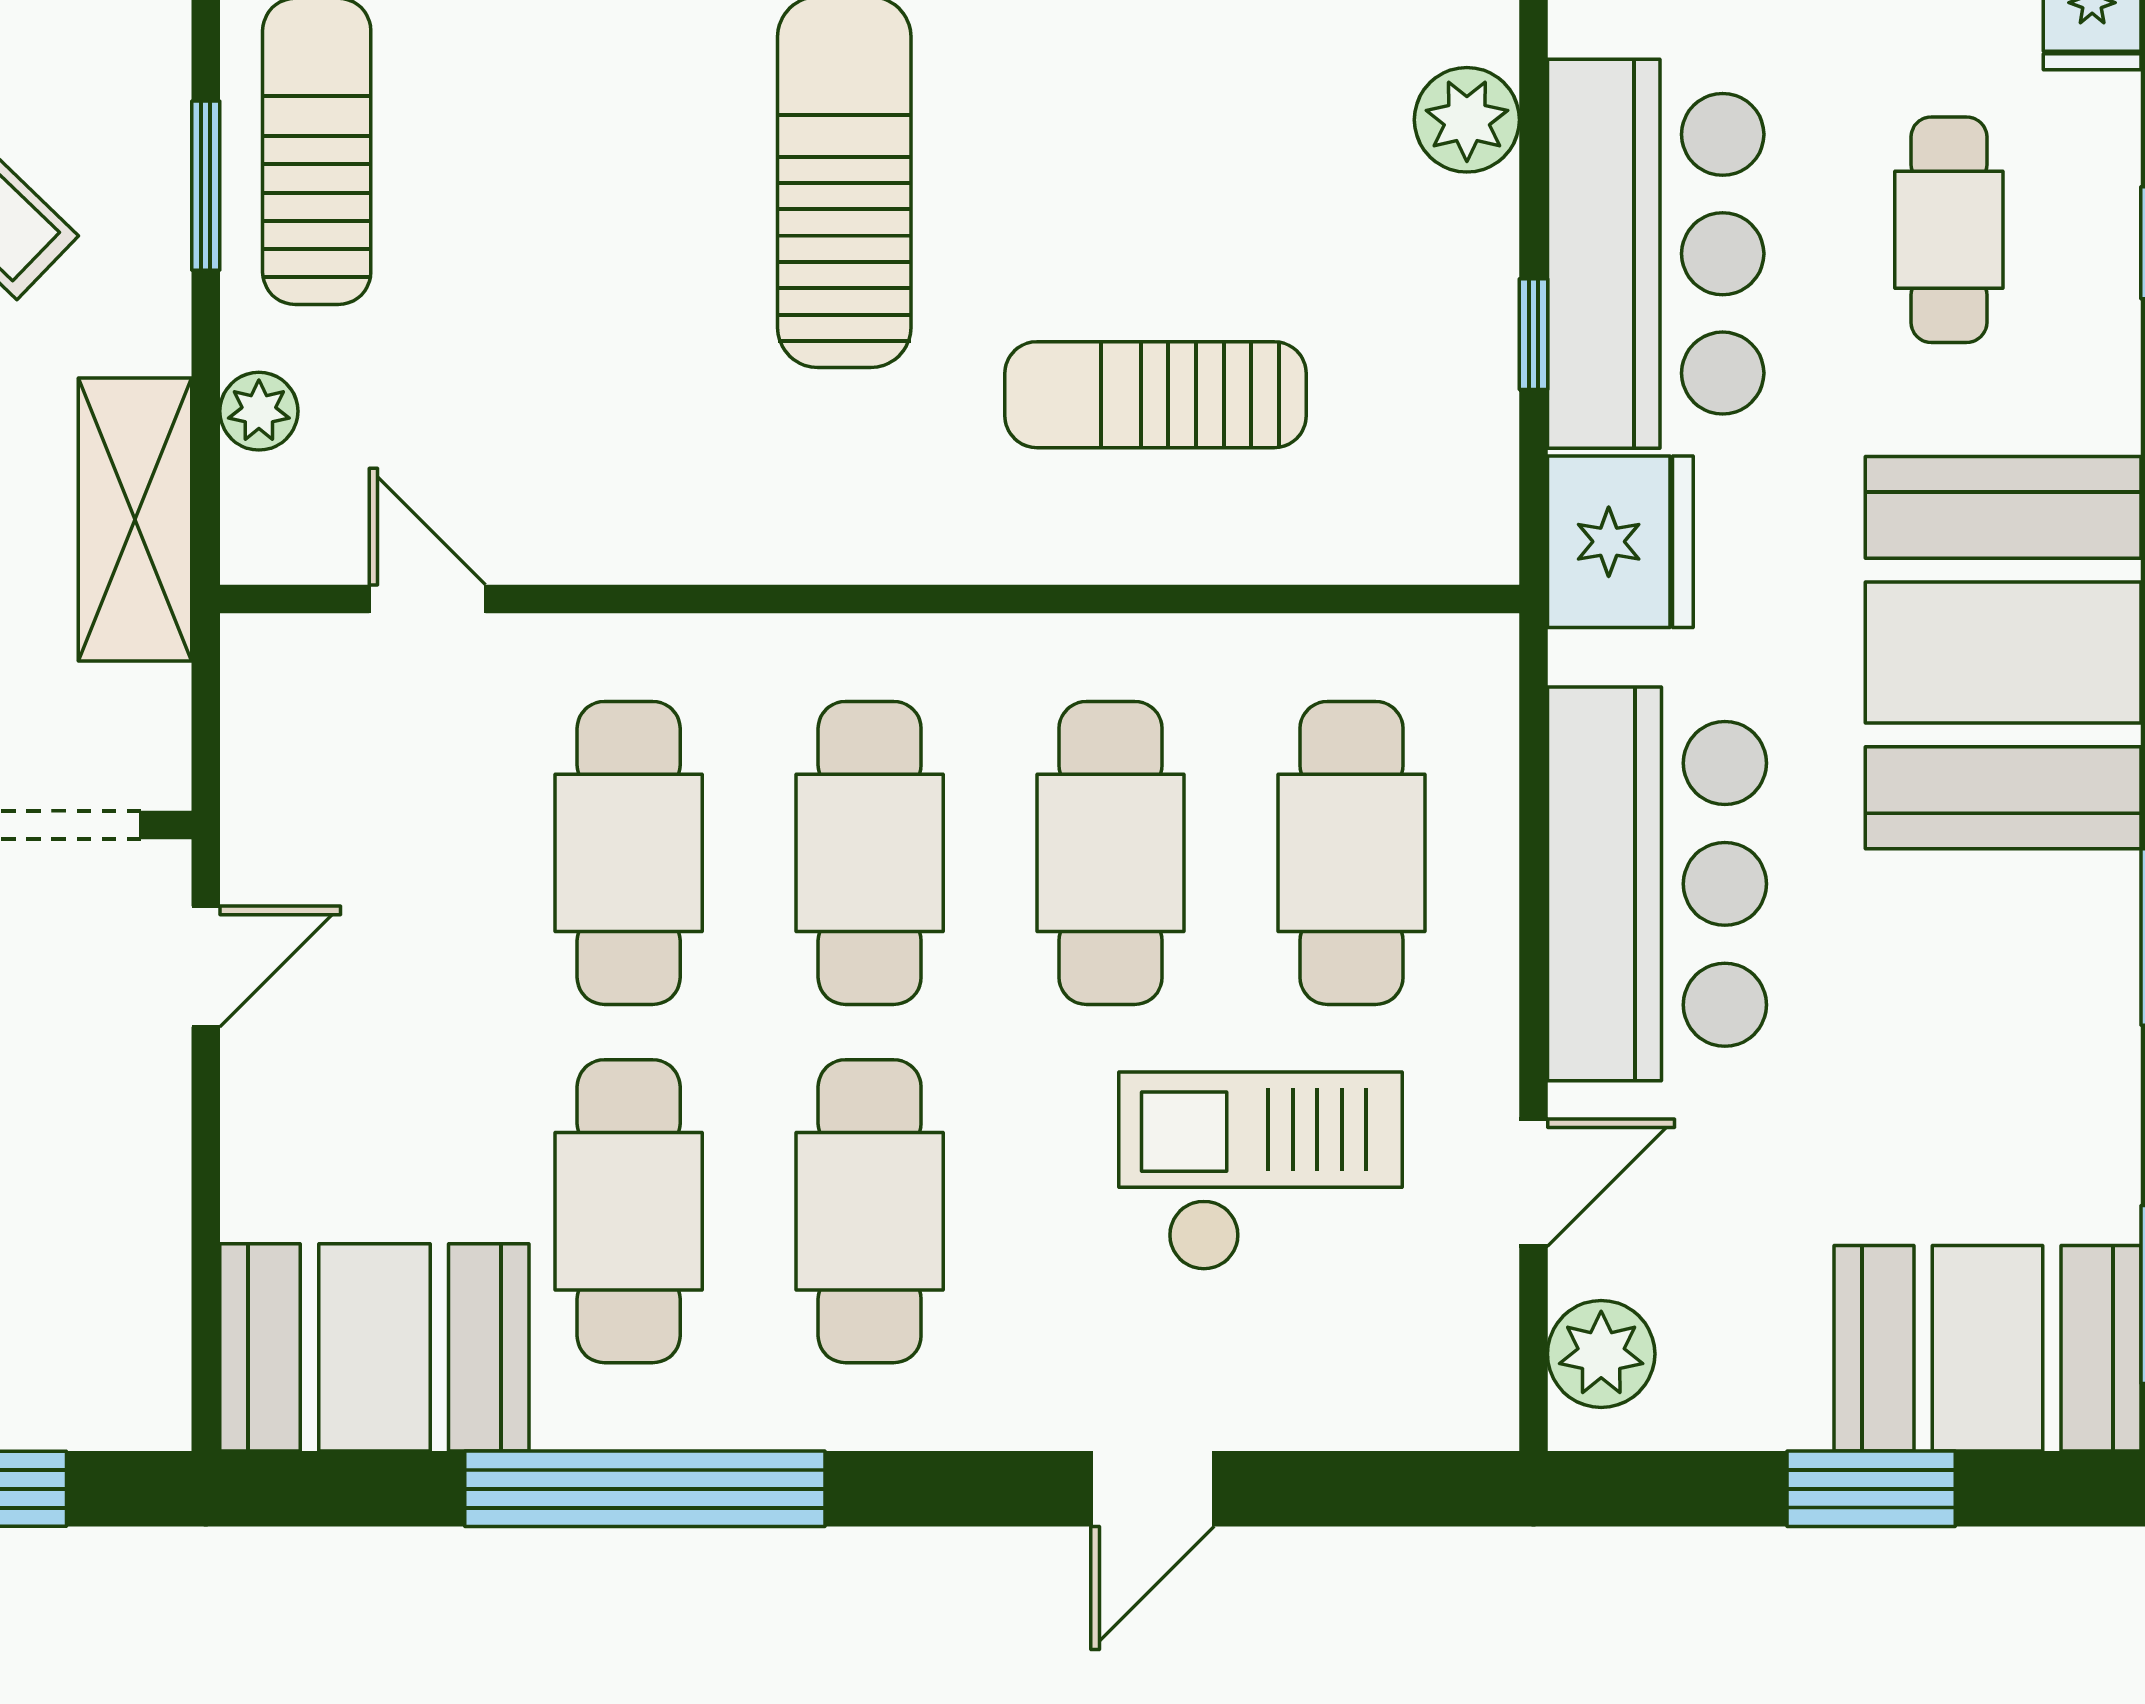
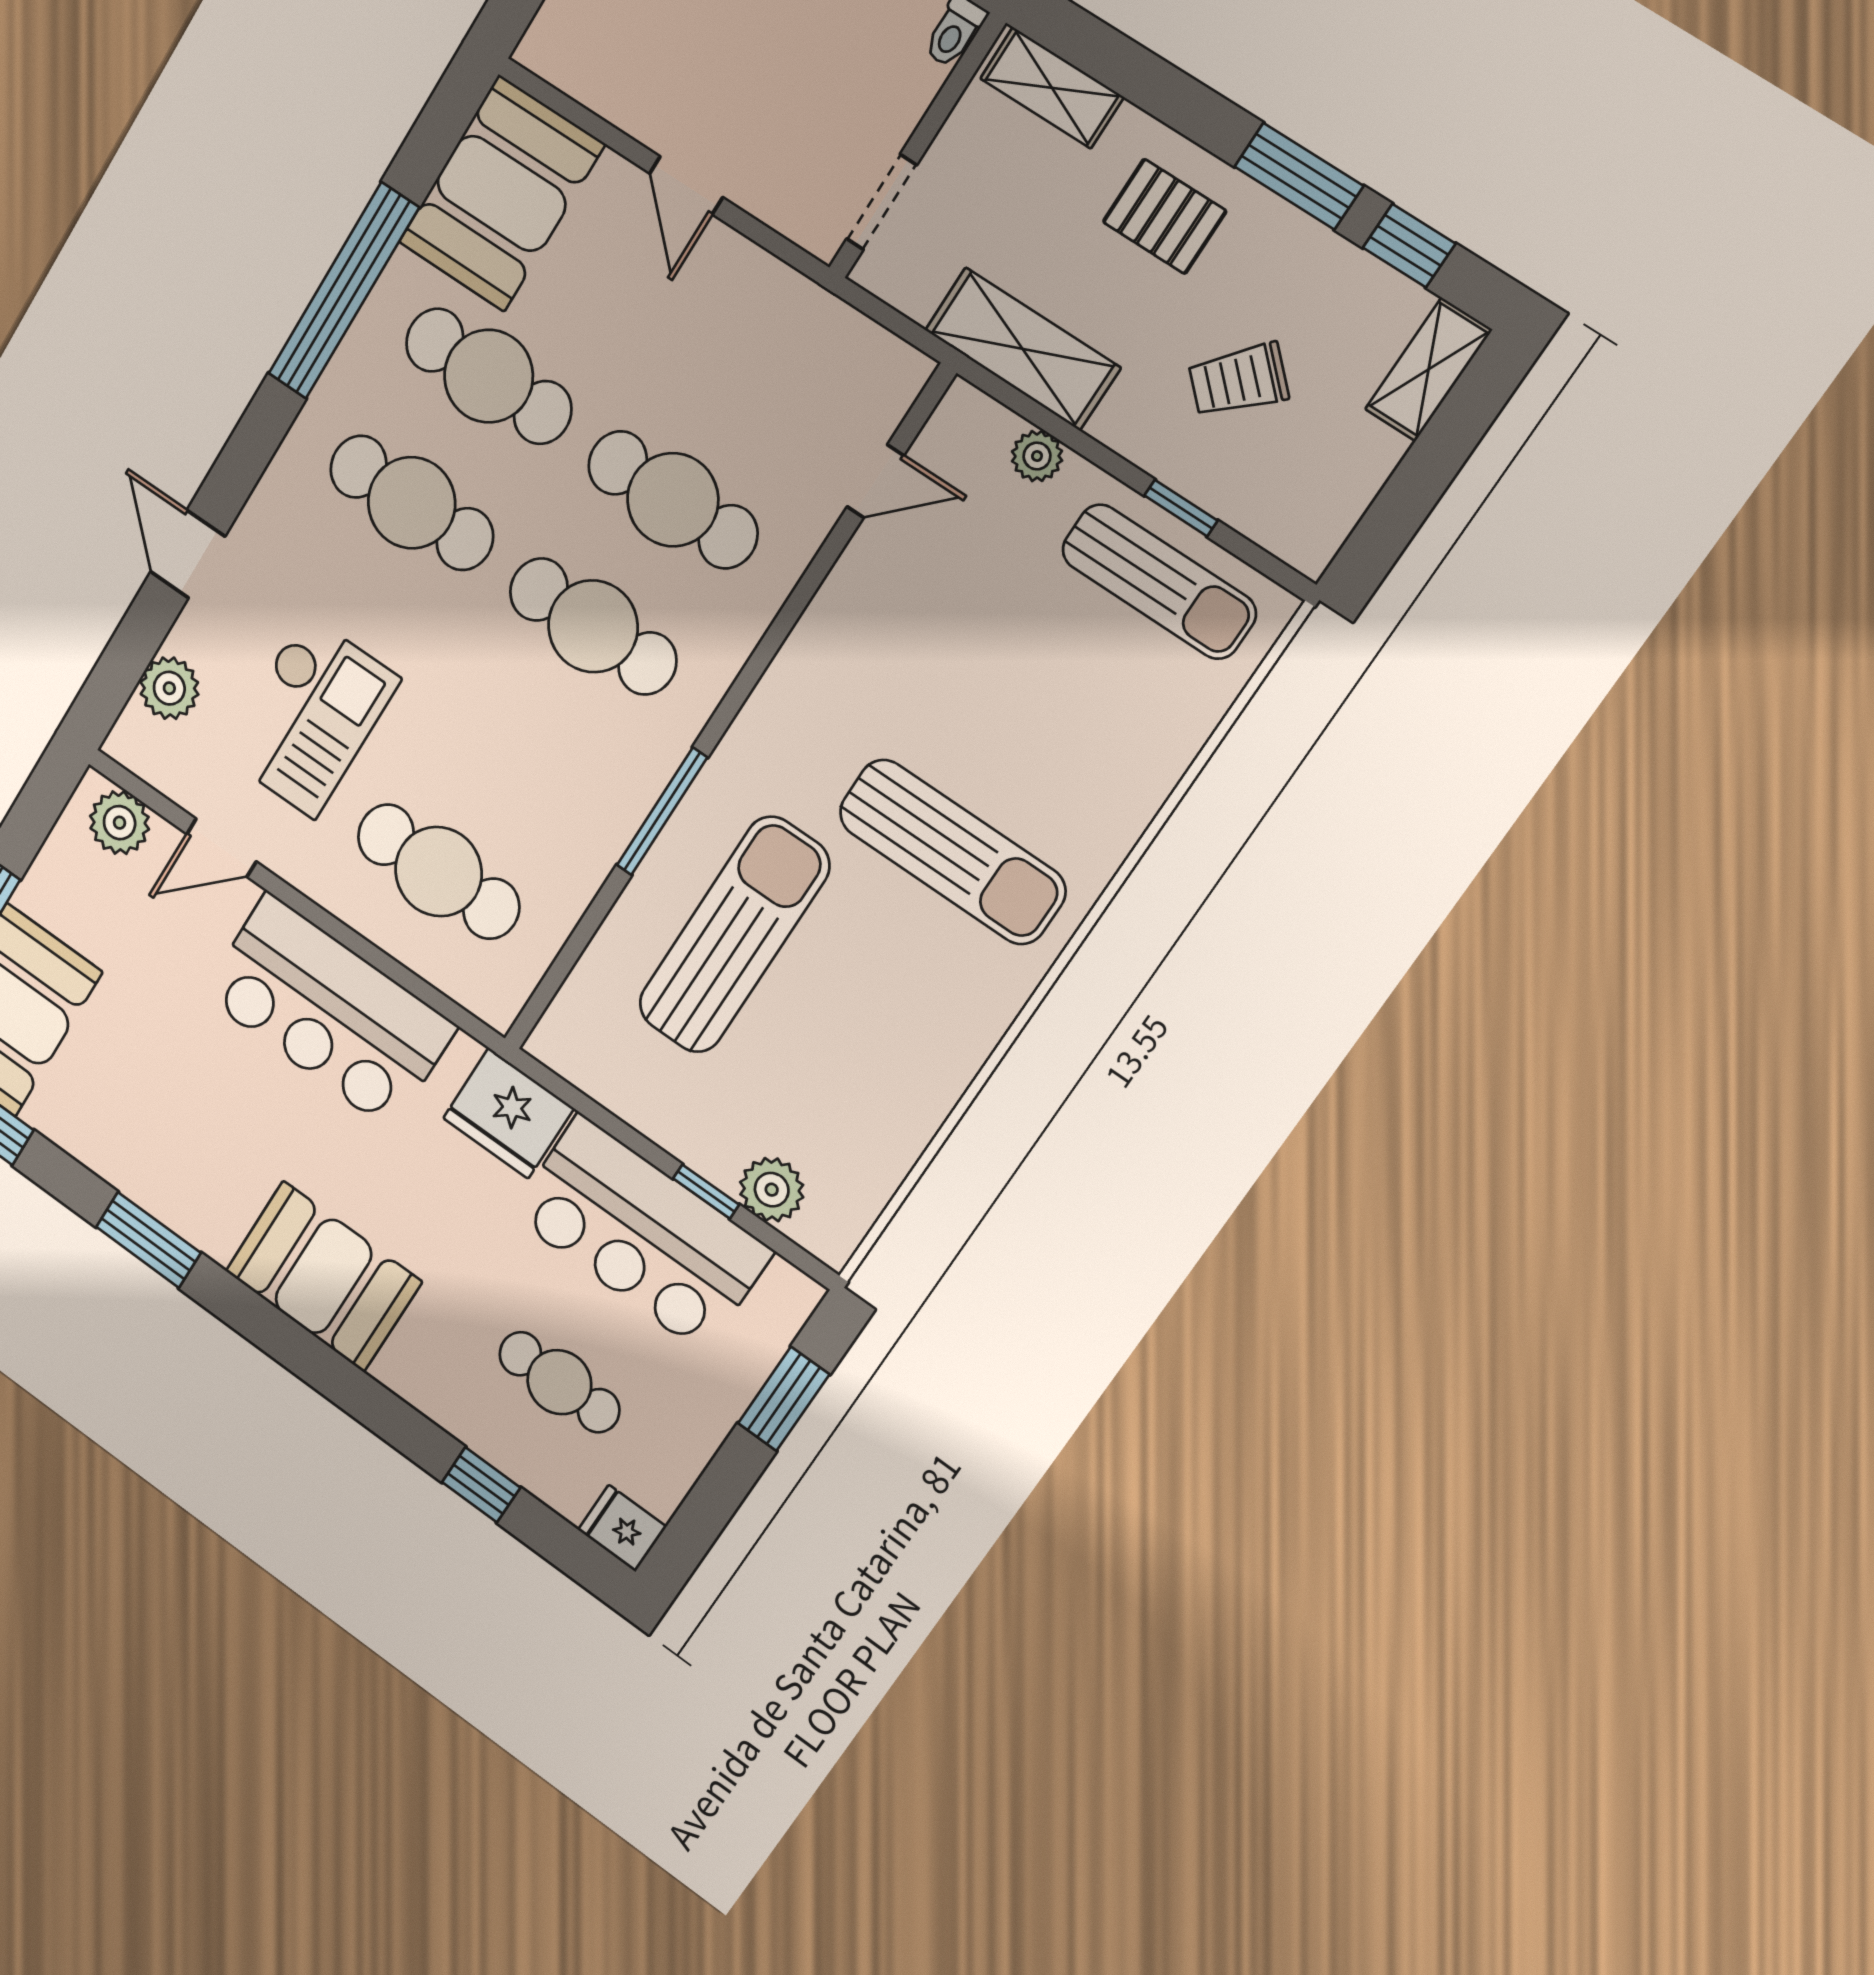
window: (206, 186) -> (1181, 508), width x0.67
window: (1533, 334) -> (706, 1192), moved
sun lounger: (1156, 395) -> (734, 935), width x1.36, depth x1.34
window: (1056, 599) -> (662, 811), added
booth: (2003, 653) -> (323, 1276), width x0.73, depth x0.70
cafe table: (1111, 853) -> (515, 750), removed
door: (206, 967) -> (686, 185), moved
door: (1533, 1183) -> (222, 848), hinge flipped
plant: (1359, 1399) -> (169, 688), added

